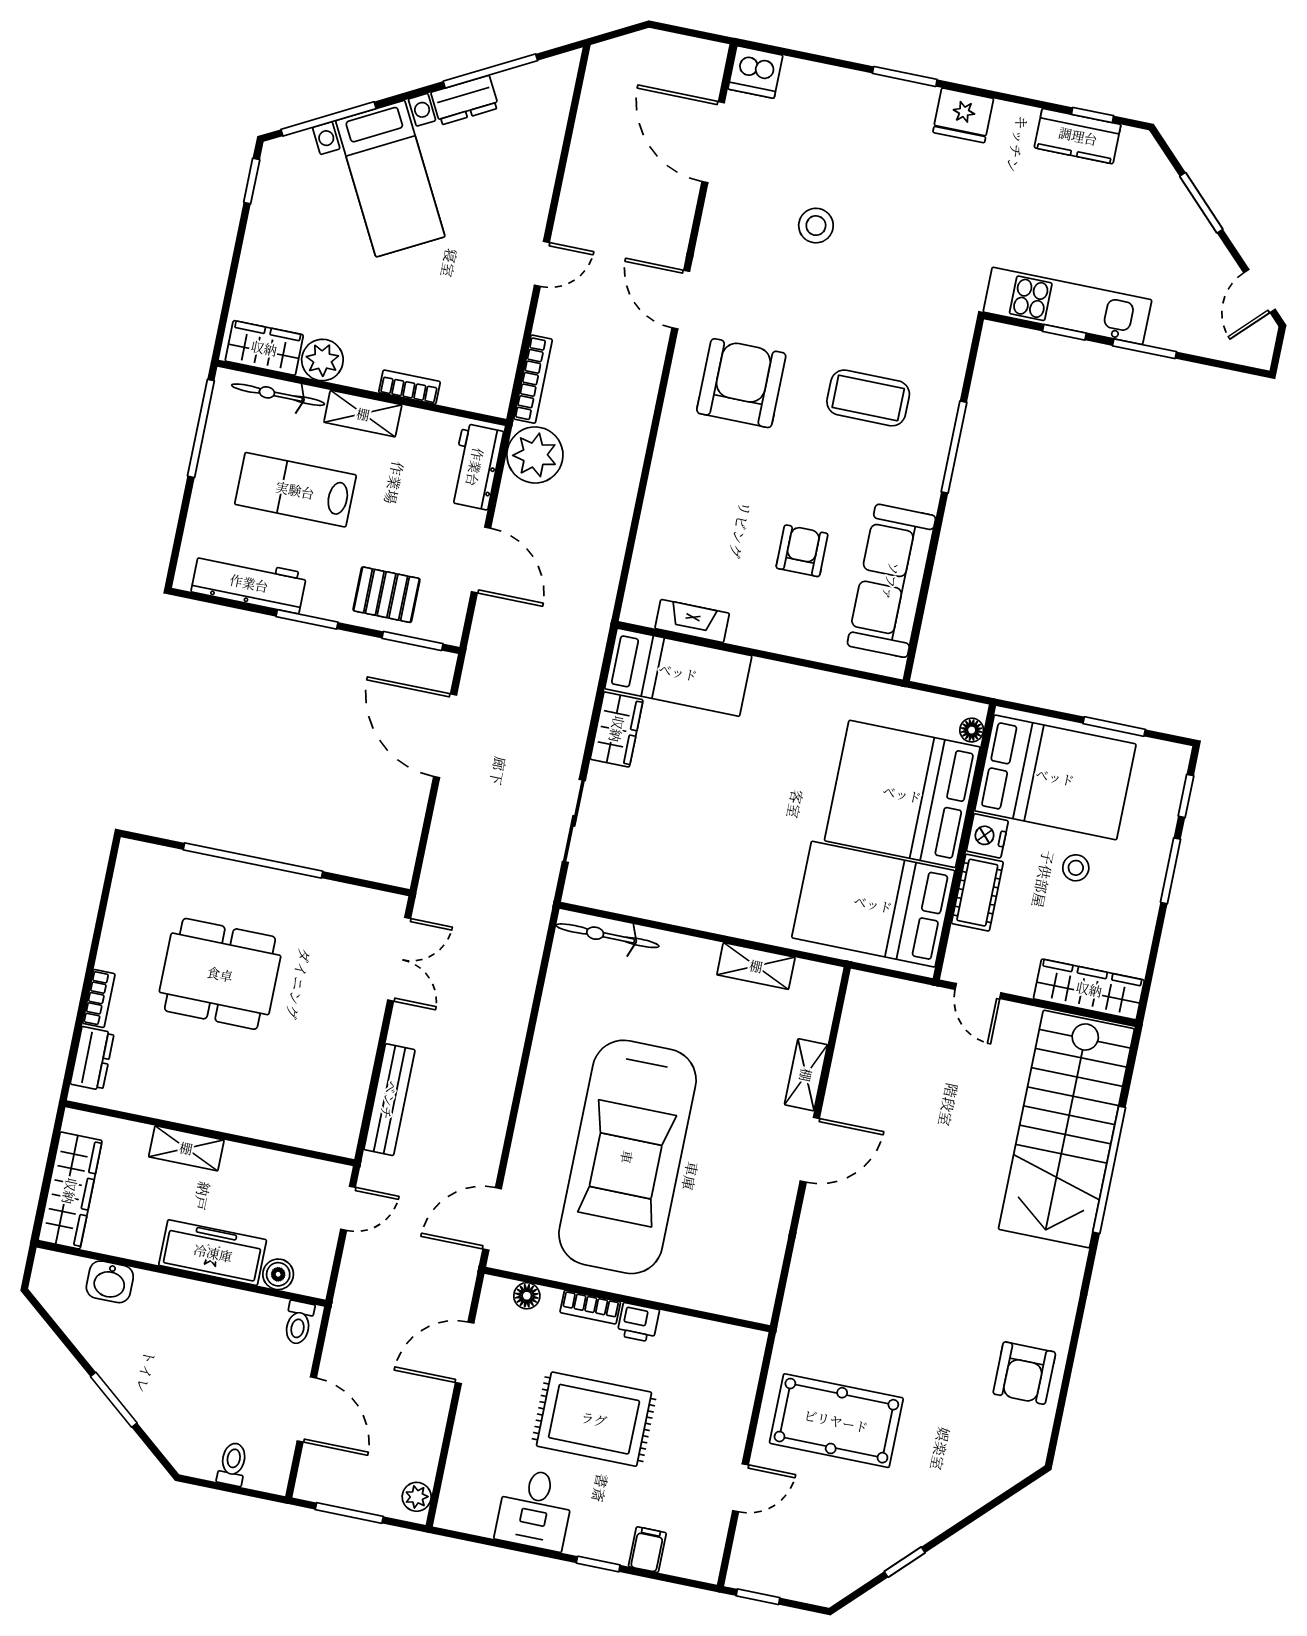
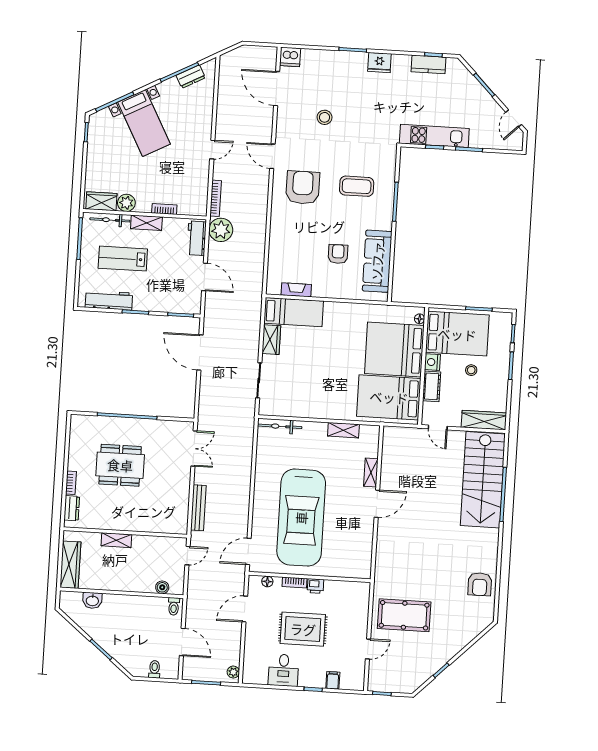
dresser: (465, 100) -> (191, 77), moved
pallet: (387, 595) -> (167, 297), removed
freezer: (213, 1253) -> (134, 582), removed

